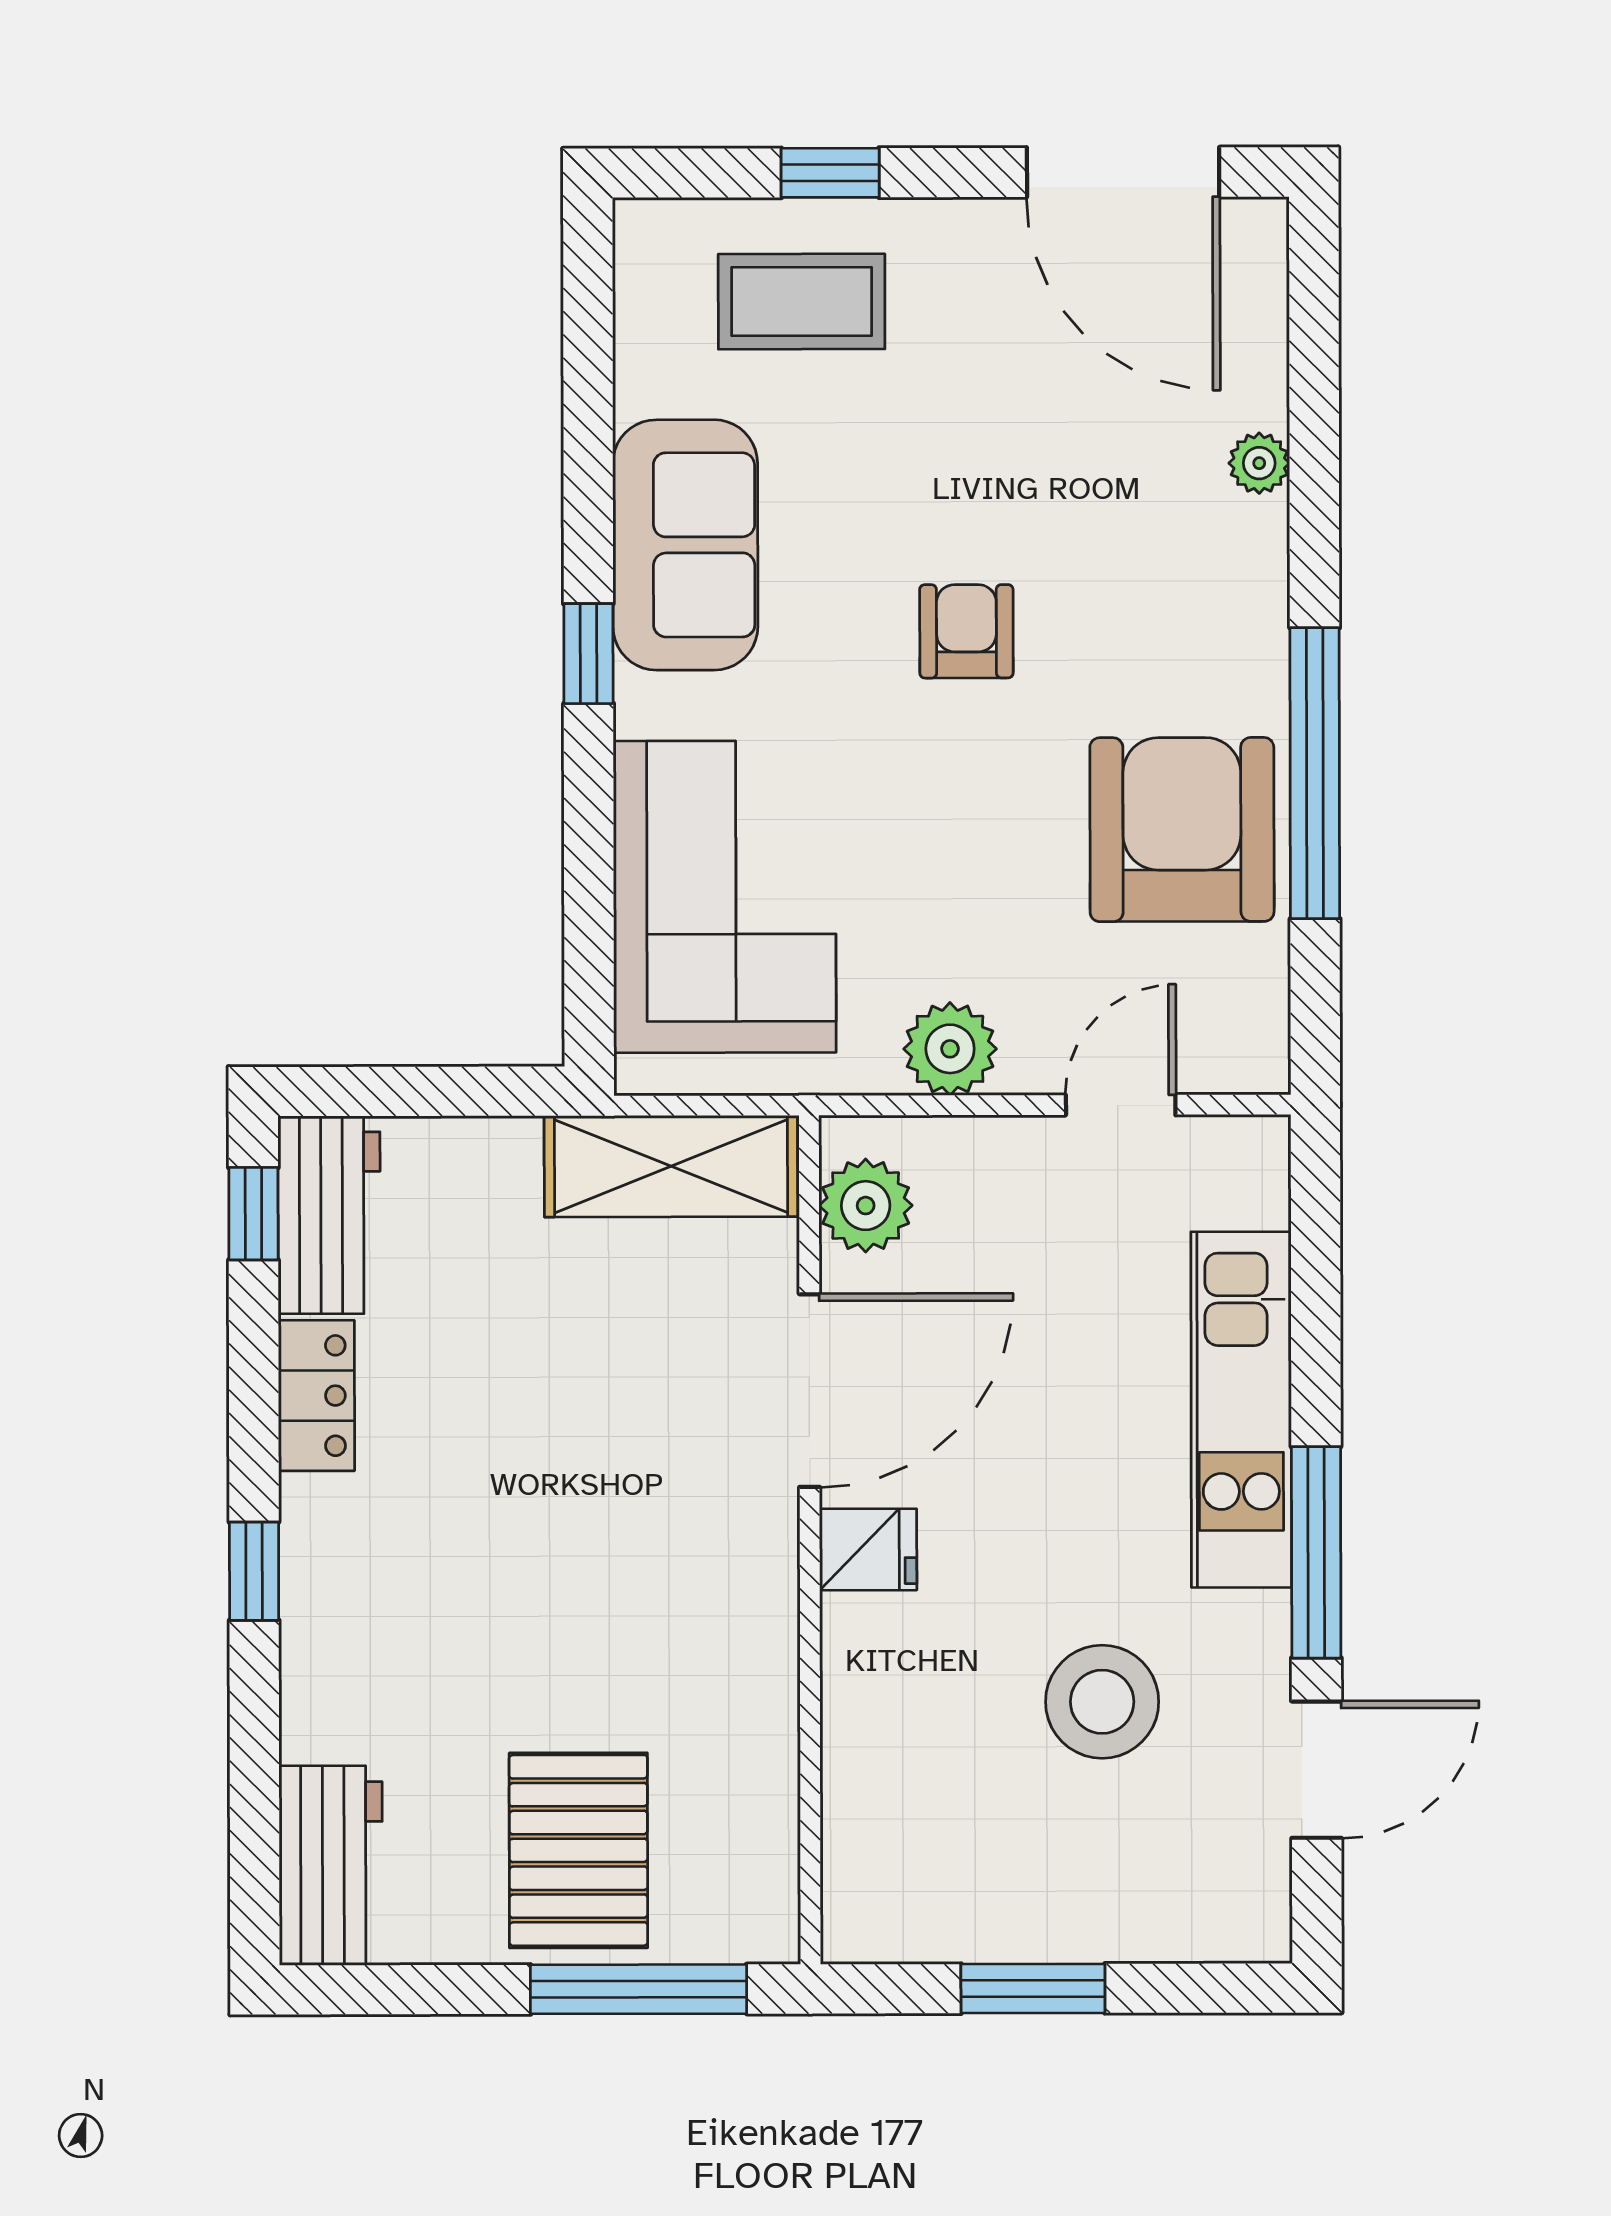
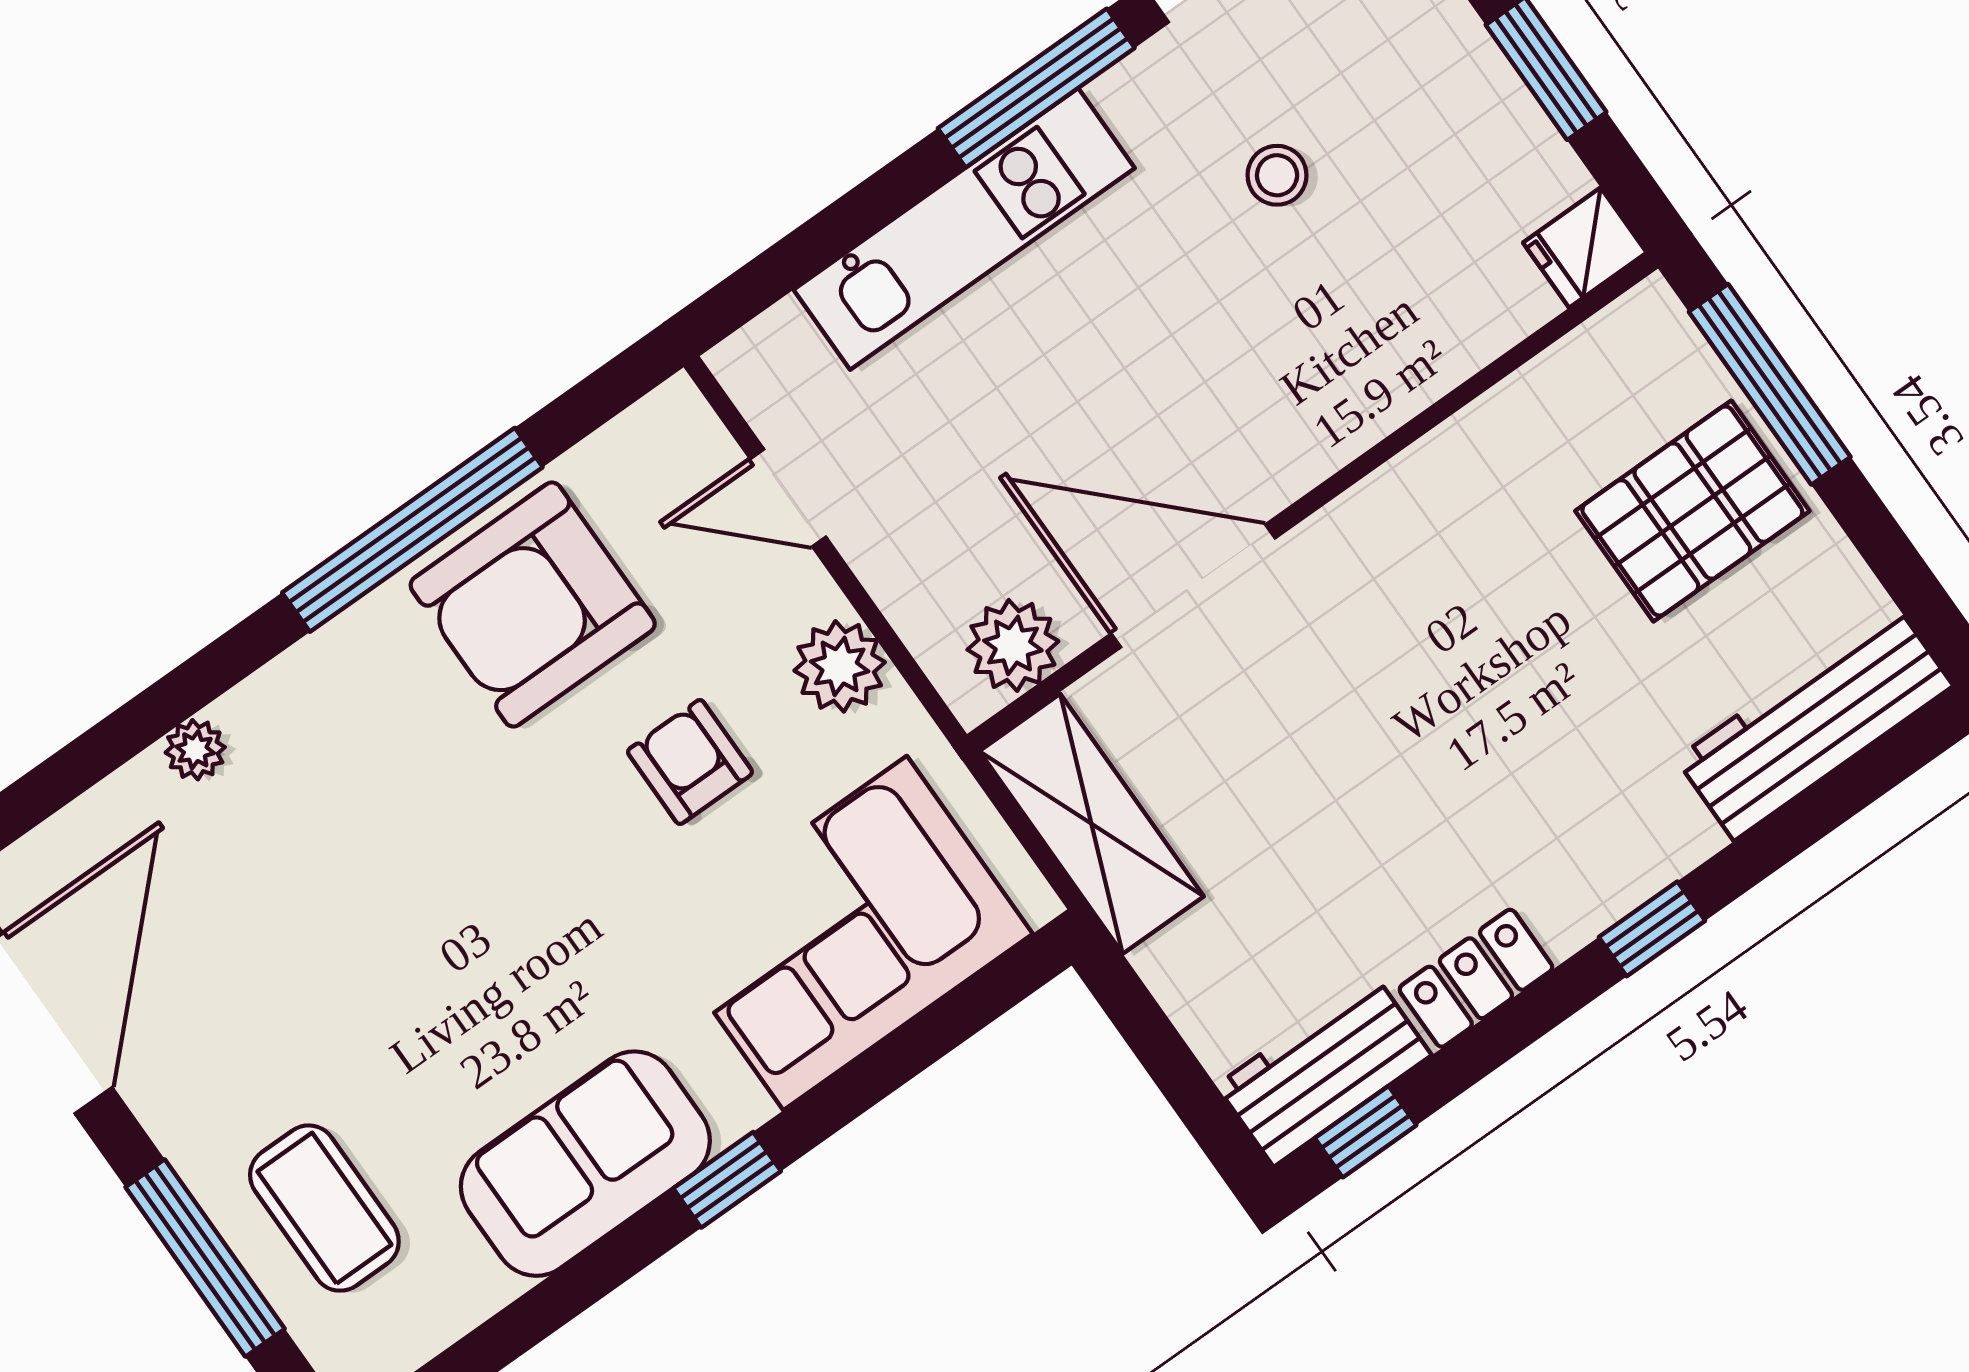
window: (830, 173) -> (205, 1258), width x2.17
armchair: (966, 631) -> (690, 762), moved, turned 90
fridge: (868, 1549) -> (1585, 248), moved, turned -90
stool: (1102, 1702) -> (1277, 175), width x0.53, depth x0.53
workbench: (331, 1865) -> (1815, 722), width x1.38

